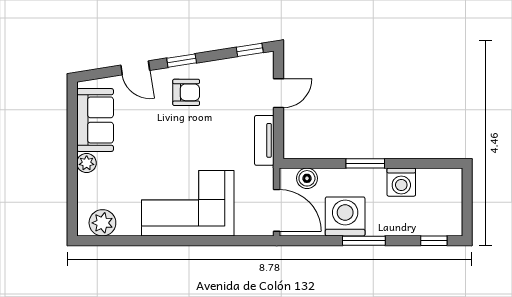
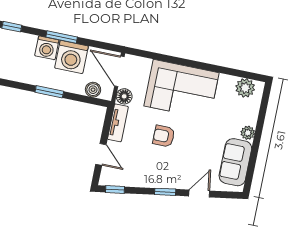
door: (135, 68) -> (199, 193), hinge flipped
armchair: (186, 92) -> (164, 136), moved
door: (278, 93) -> (101, 154), swing flipped
floor lamp: (263, 178) -> (124, 96), added
washing machine: (401, 182) -> (47, 48), moved, turned 180

